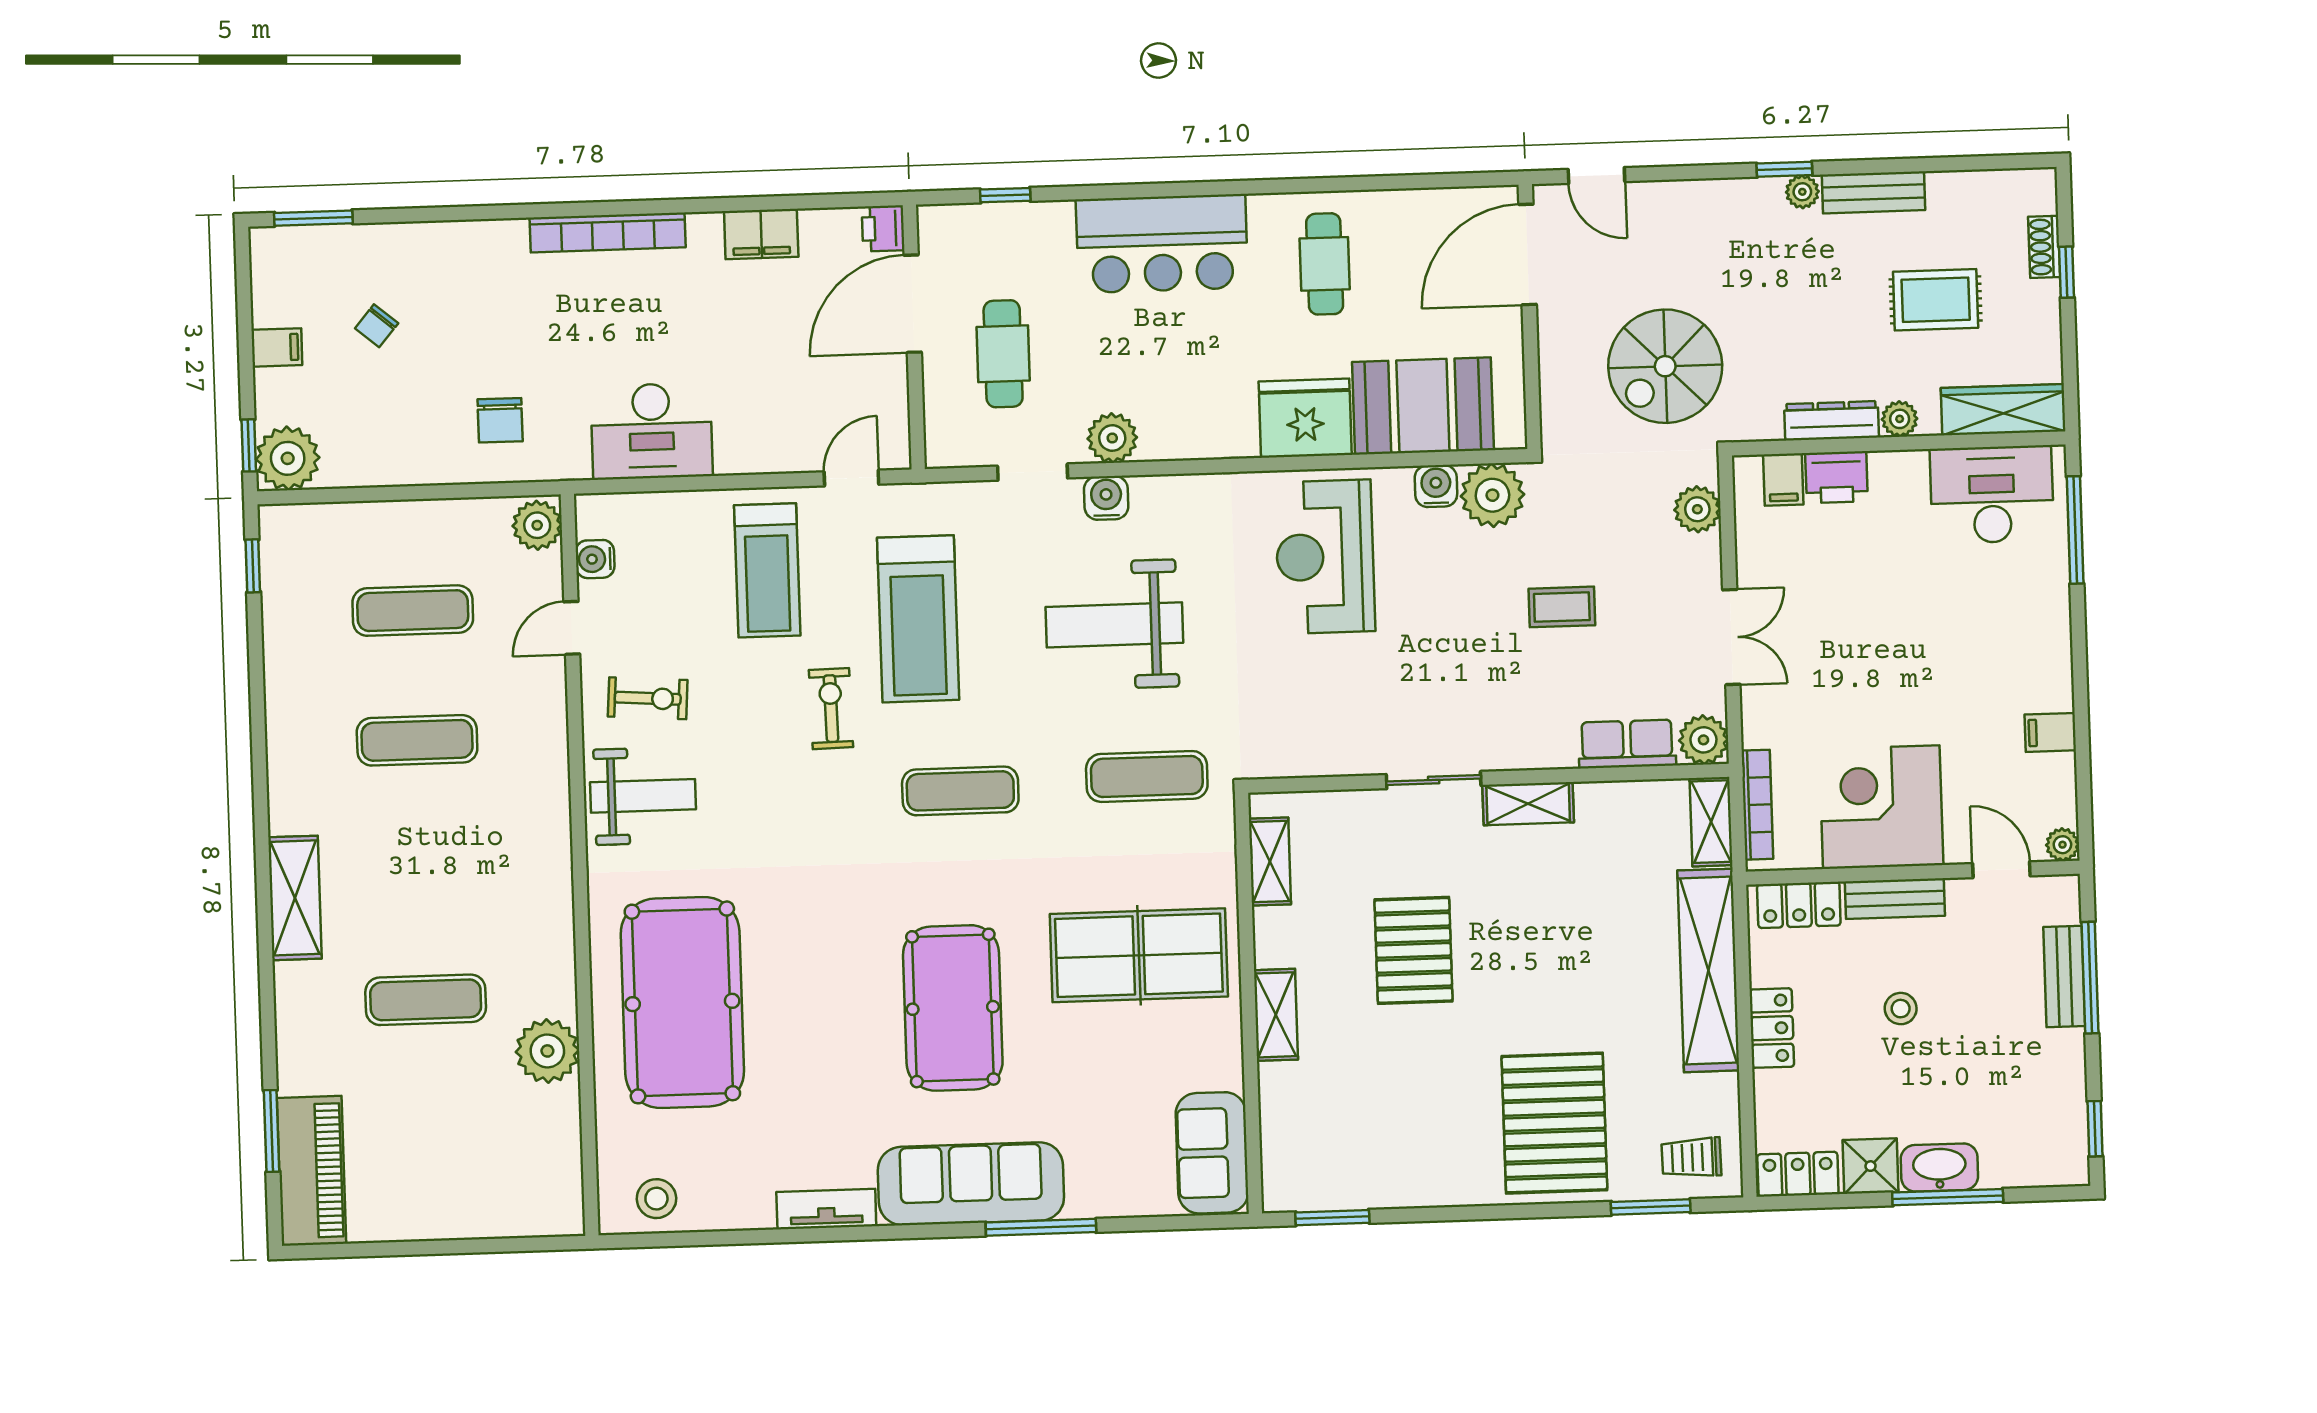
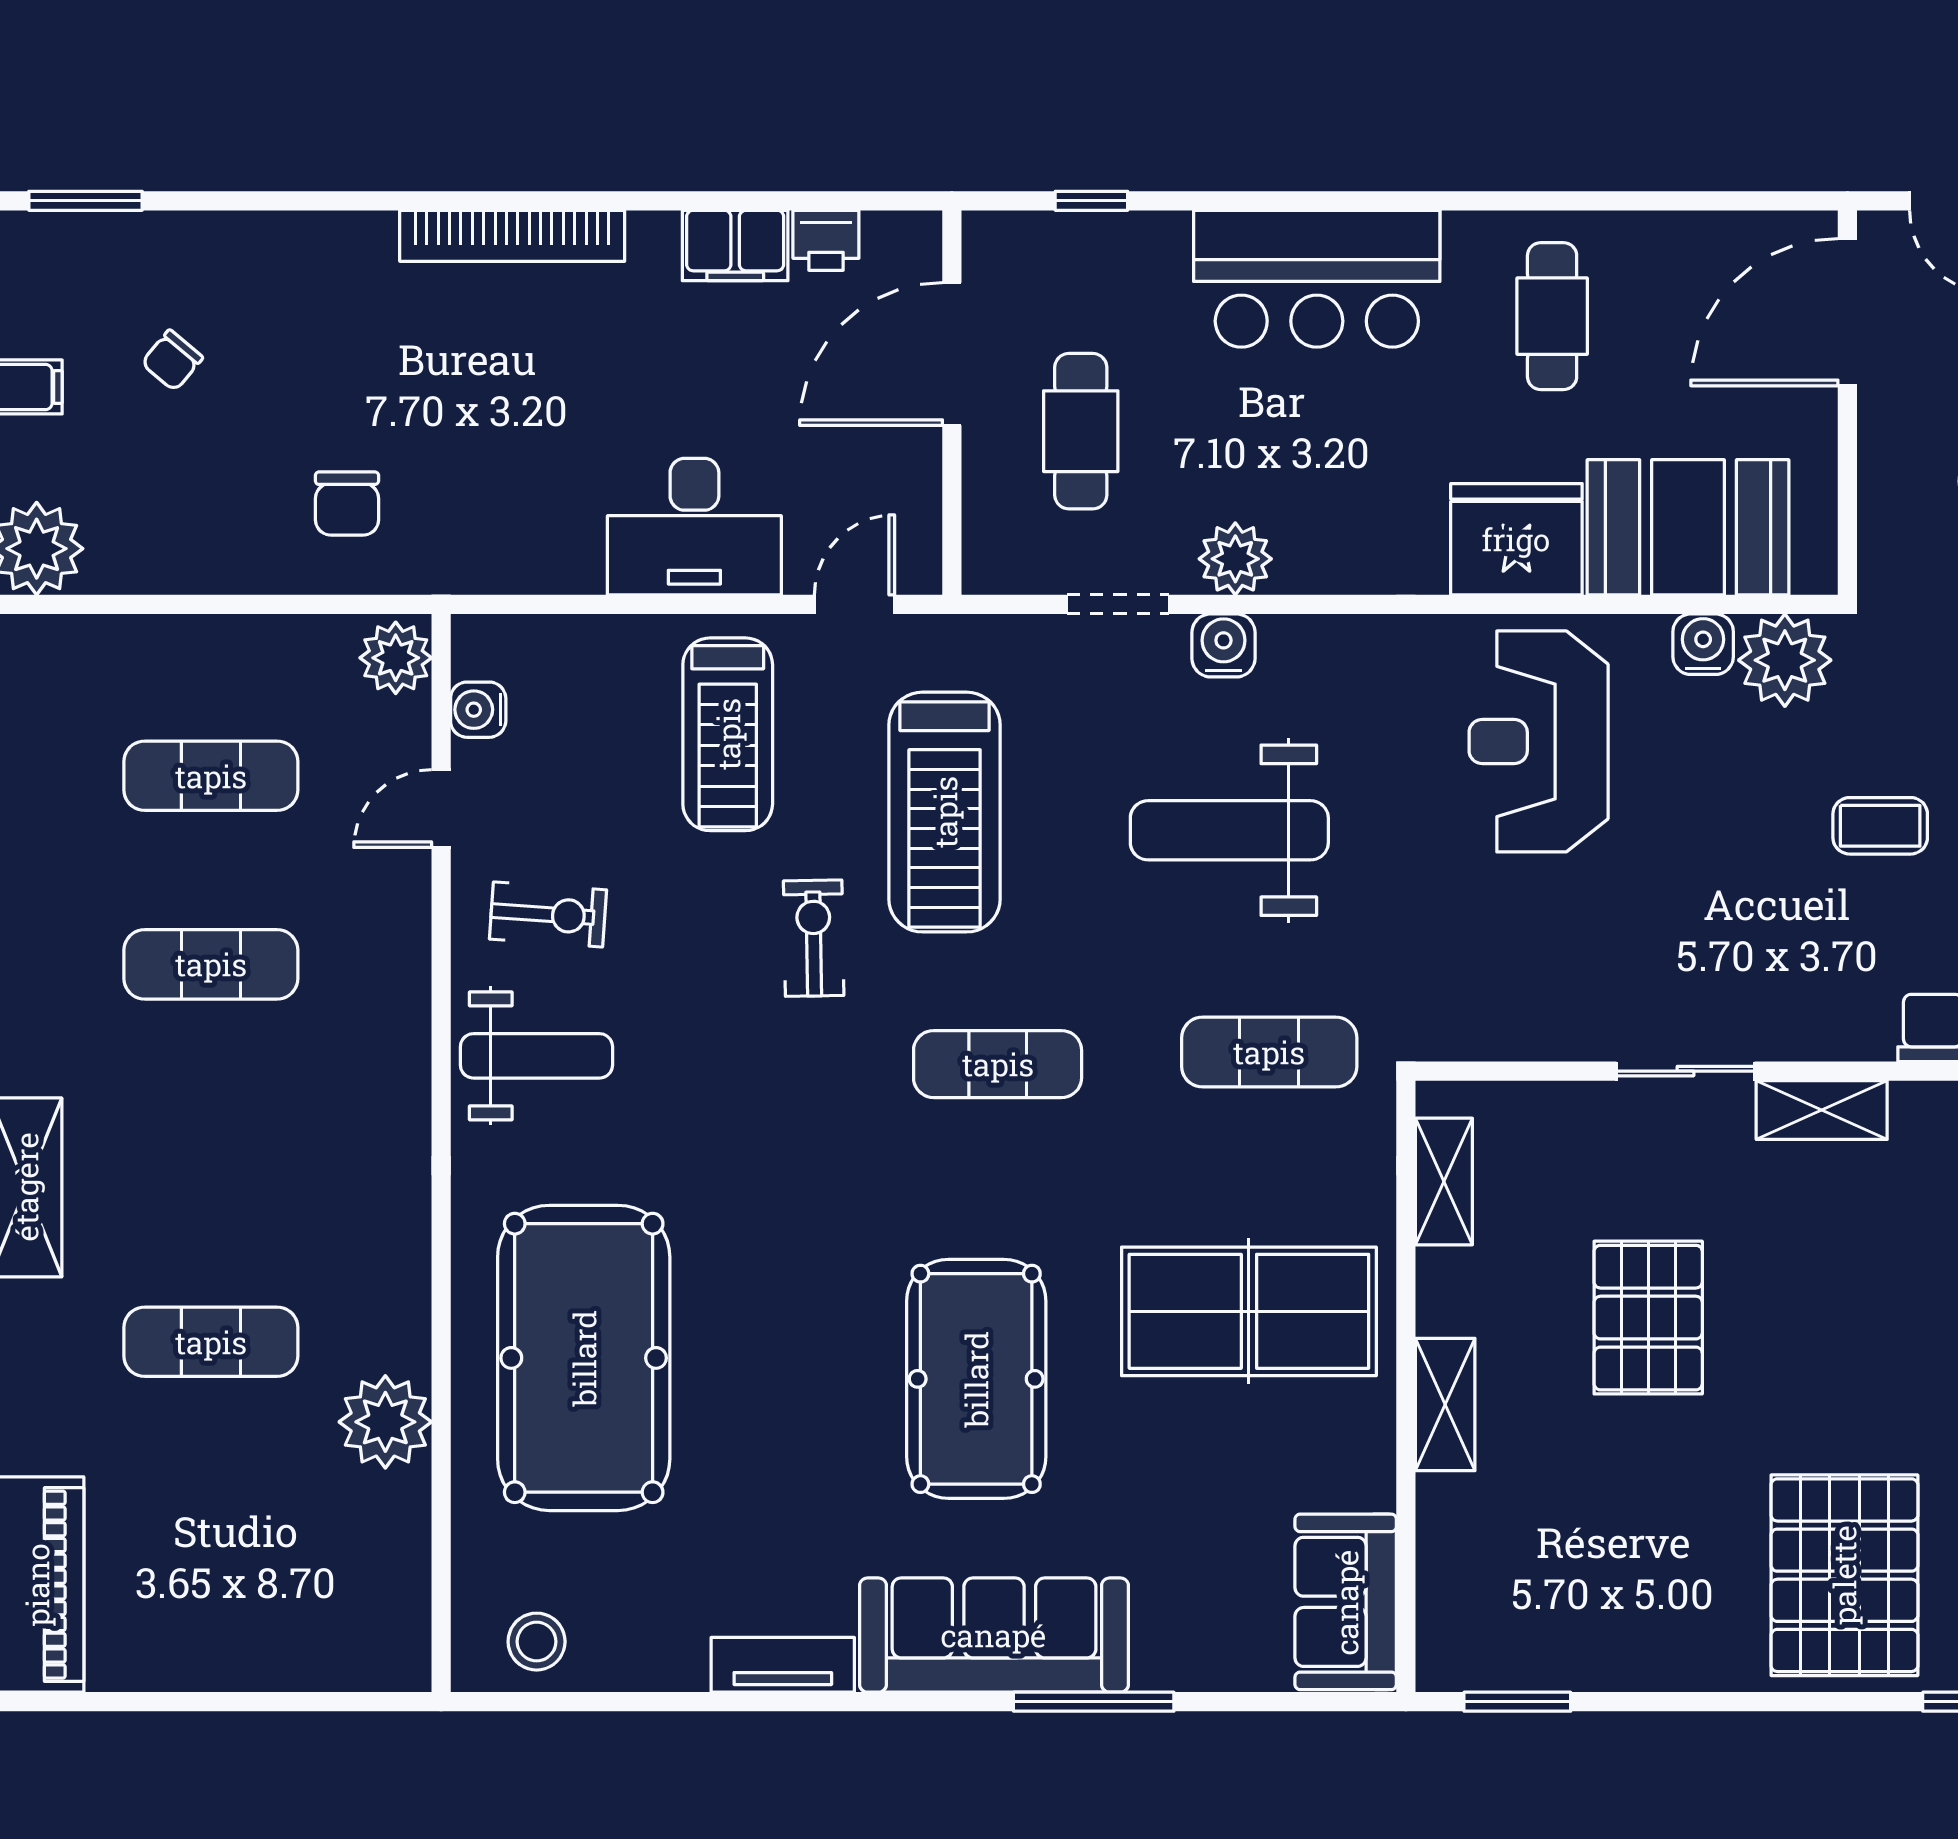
printer: (883, 228) -> (826, 240), moved, turned -90
desk: (652, 431) -> (694, 527), moved

